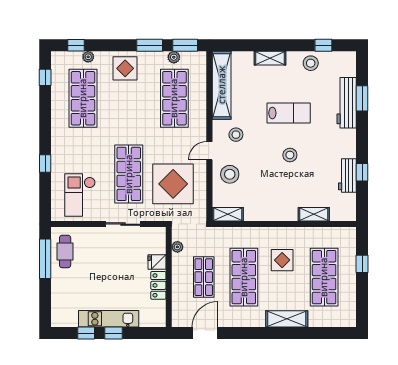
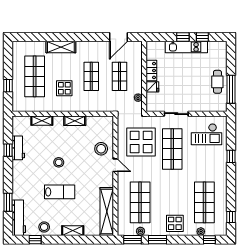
workbench: (347, 103) -> (19, 218), moved
lab bench: (289, 113) -> (60, 192), turned 180
stool: (236, 135) -> (97, 177), removed
door: (209, 151) -> (115, 165), hinge flipped
checkout: (80, 195) -> (207, 134), turned 90
shelving: (228, 214) -> (75, 121), moved
cafe table: (65, 251) -> (217, 82), moved
shop shelf: (244, 277) -> (91, 76), width x0.70, depth x0.74

